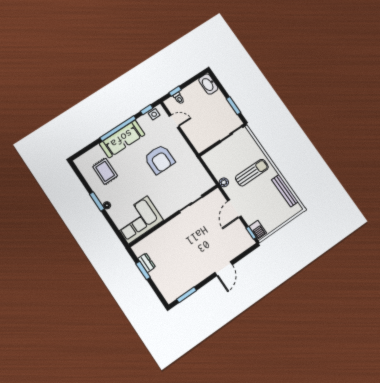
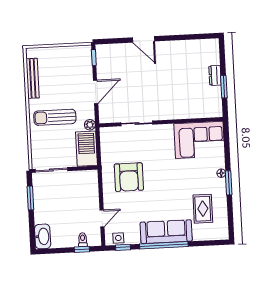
door: (174, 121) -> (102, 218), swing flipped
armchair: (160, 159) -> (129, 177), moved, turned 180
barbecue: (258, 230) -> (87, 149), moved, width x1.88, depth x1.53
dresser: (147, 263) -> (215, 75), moved
door: (224, 269) -> (143, 39), swing flipped
window: (187, 295) -> (196, 37), removed

